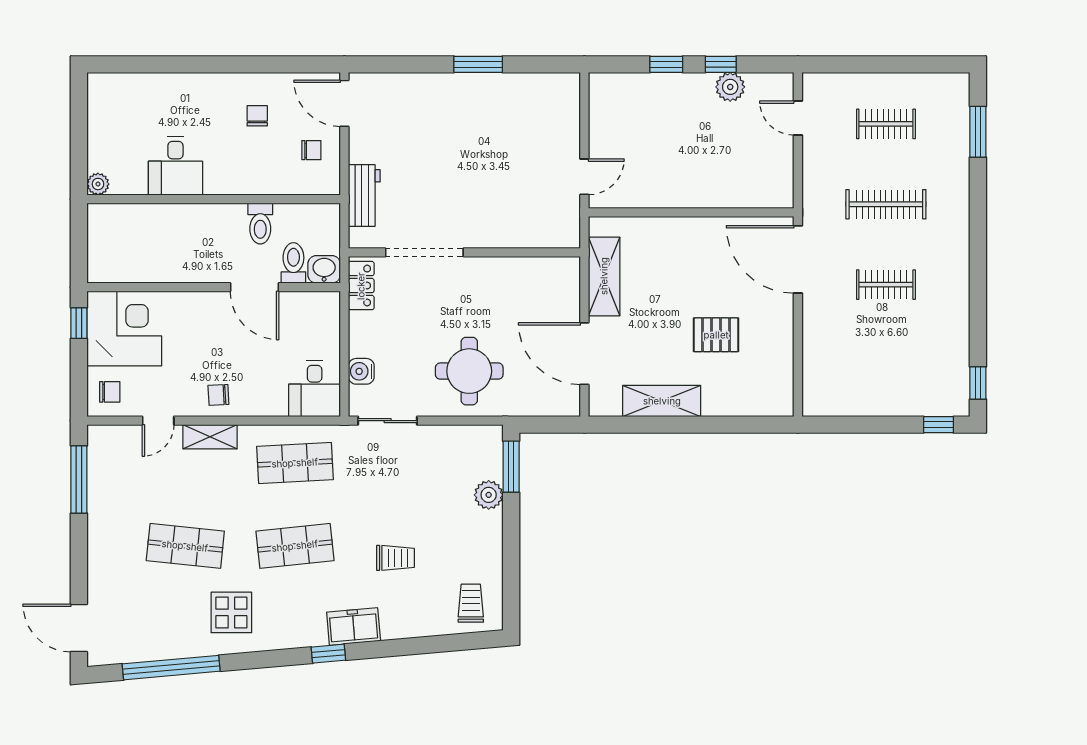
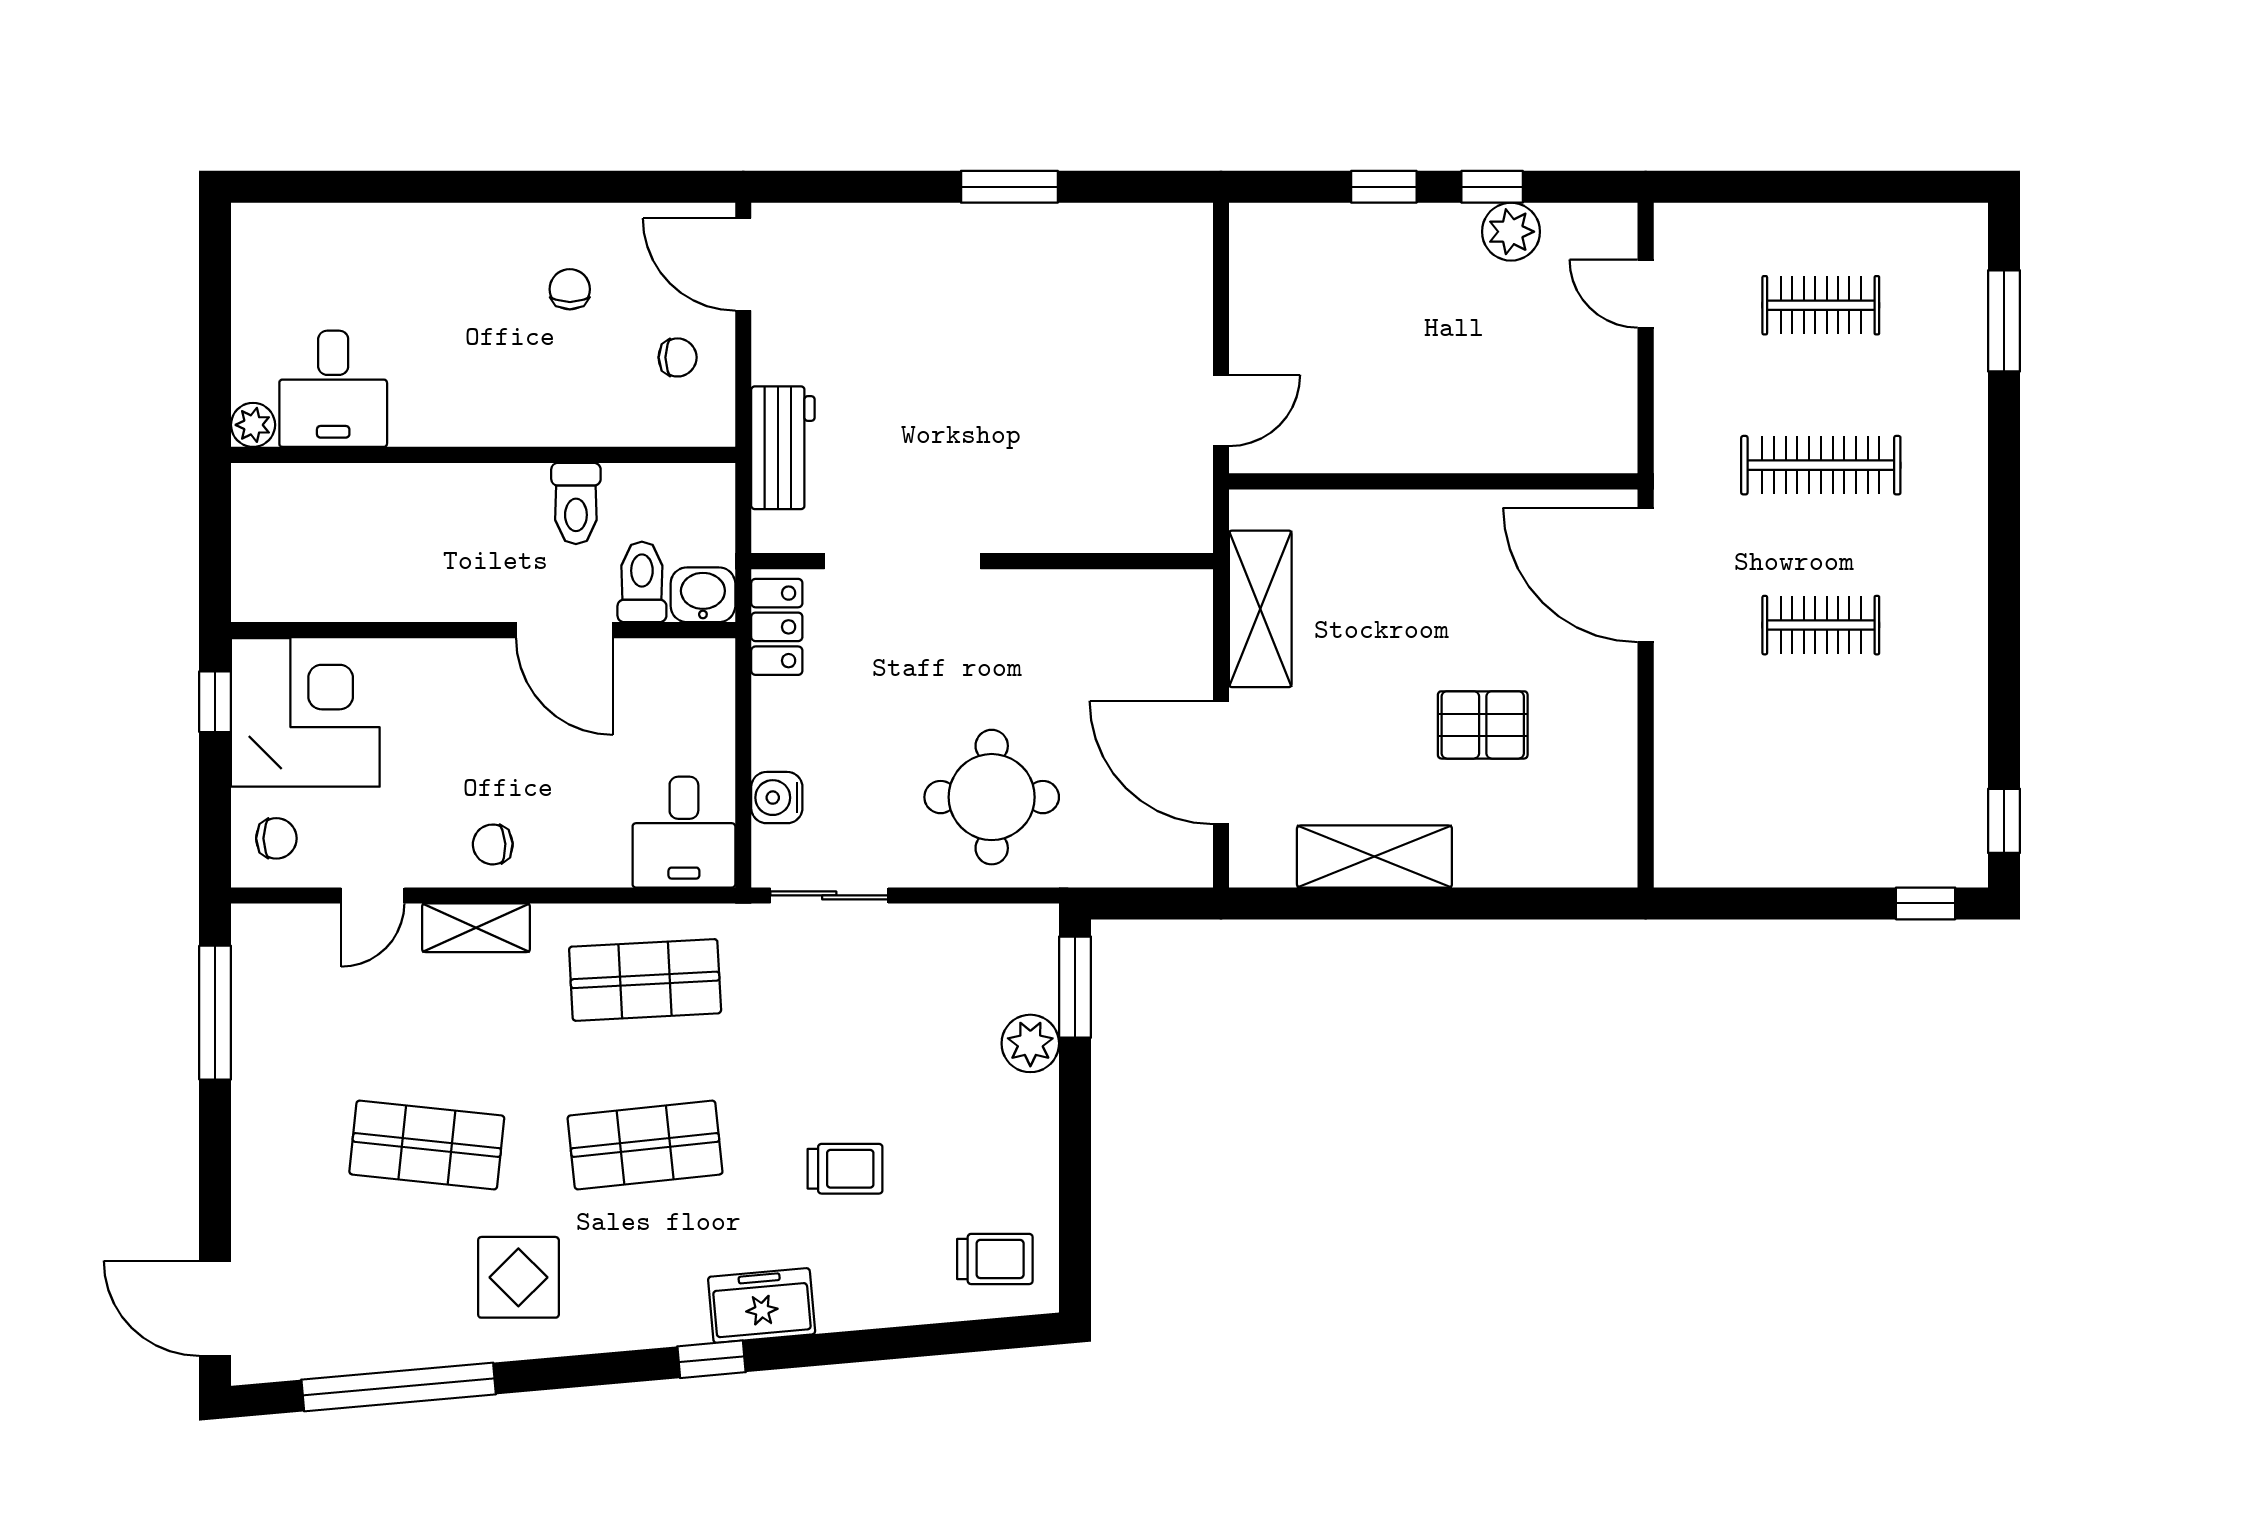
desk: (175, 166) -> (333, 389), moved
trolley: (471, 603) -> (995, 1259), turned 90

